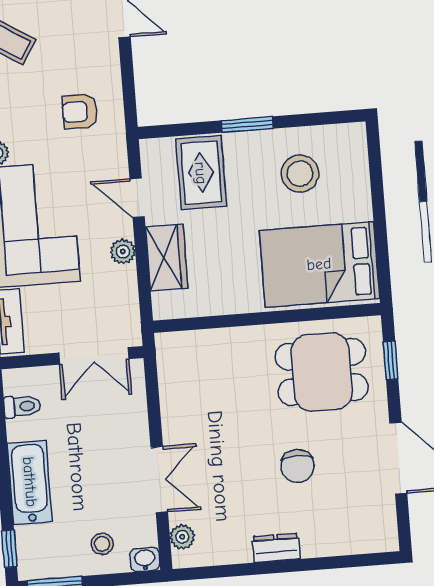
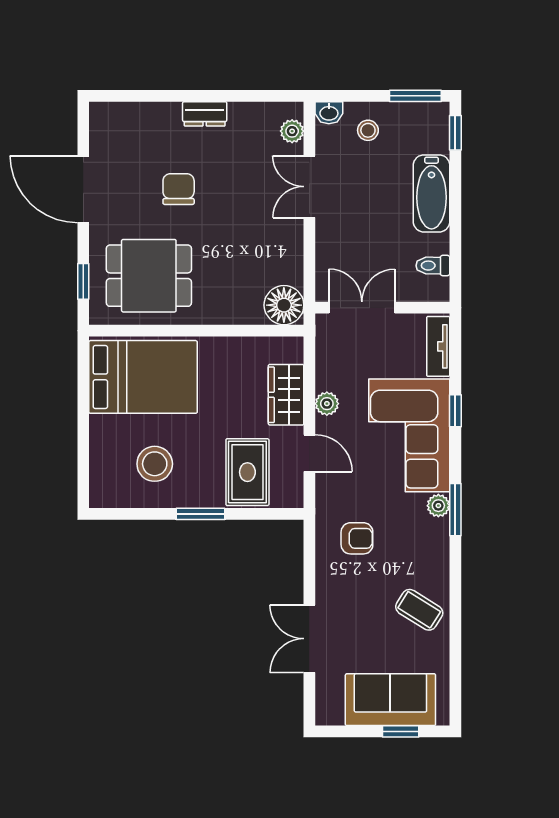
floor lamp: (176, 352) -> (284, 305), added

